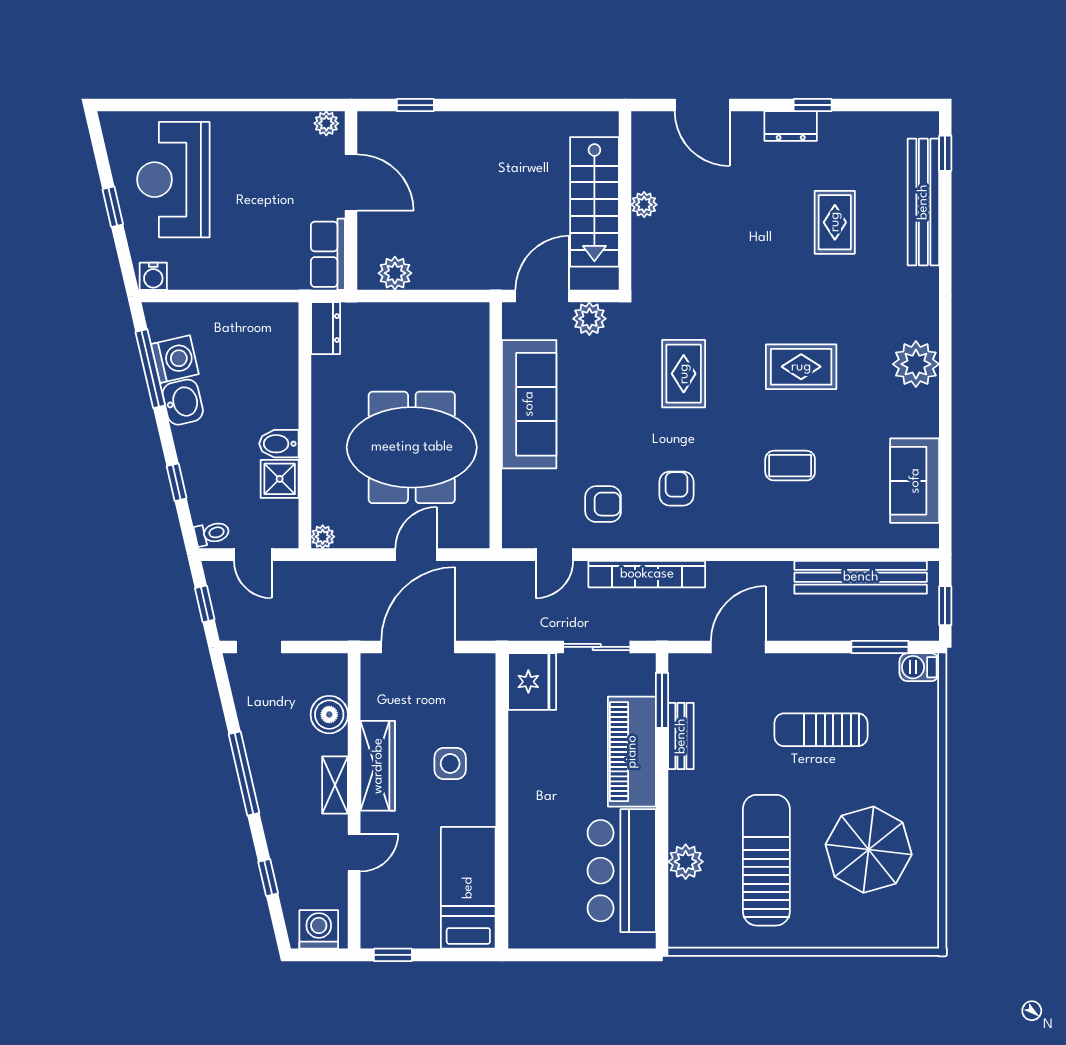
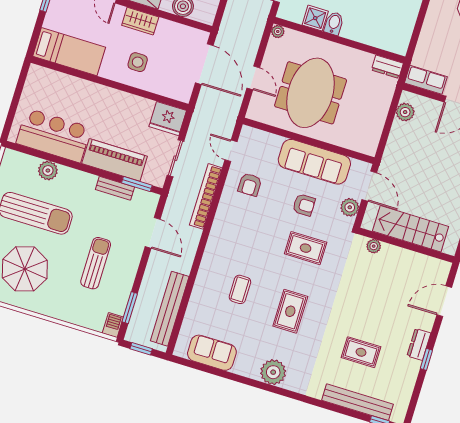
plant: (644, 205) -> (374, 246), moved
armchair: (676, 489) -> (304, 205), moved
wardrobe: (378, 766) -> (140, 21), width x0.67

